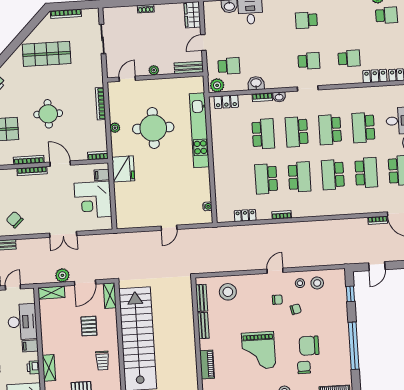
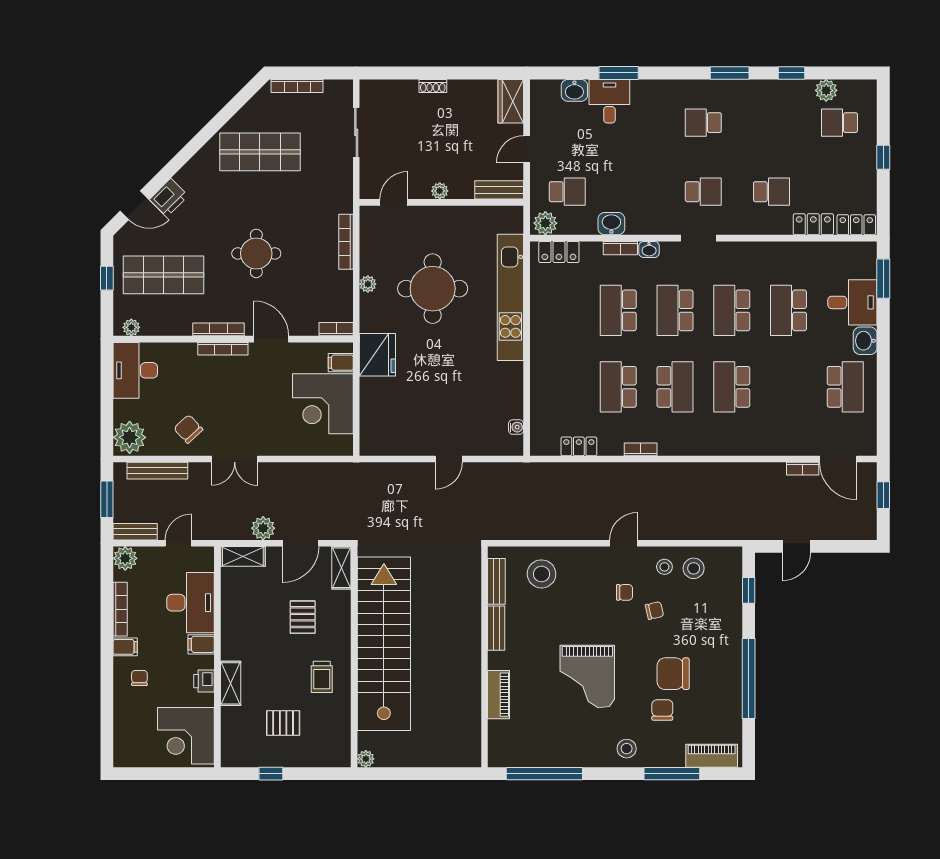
school desk: (386, 15) -> (839, 123), turned 180
school desk: (263, 134) -> (618, 310), turned 180
school desk: (366, 173) -> (788, 387), removed
double door: (63, 234) -> (235, 459), moved

